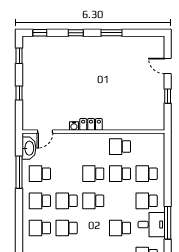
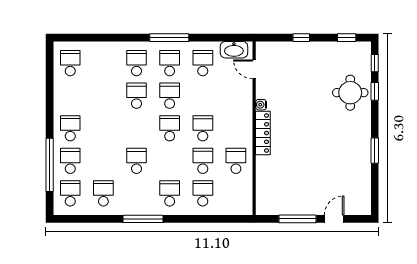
window: (76, 33) -> (375, 91), moved
round table: (64, 53) -> (350, 93), added
window: (168, 96) -> (297, 219), width x2.17
locker: (91, 124) -> (263, 133), width x1.53
window: (19, 172) -> (169, 38), moved
desk: (151, 225) -> (141, 199), removed

